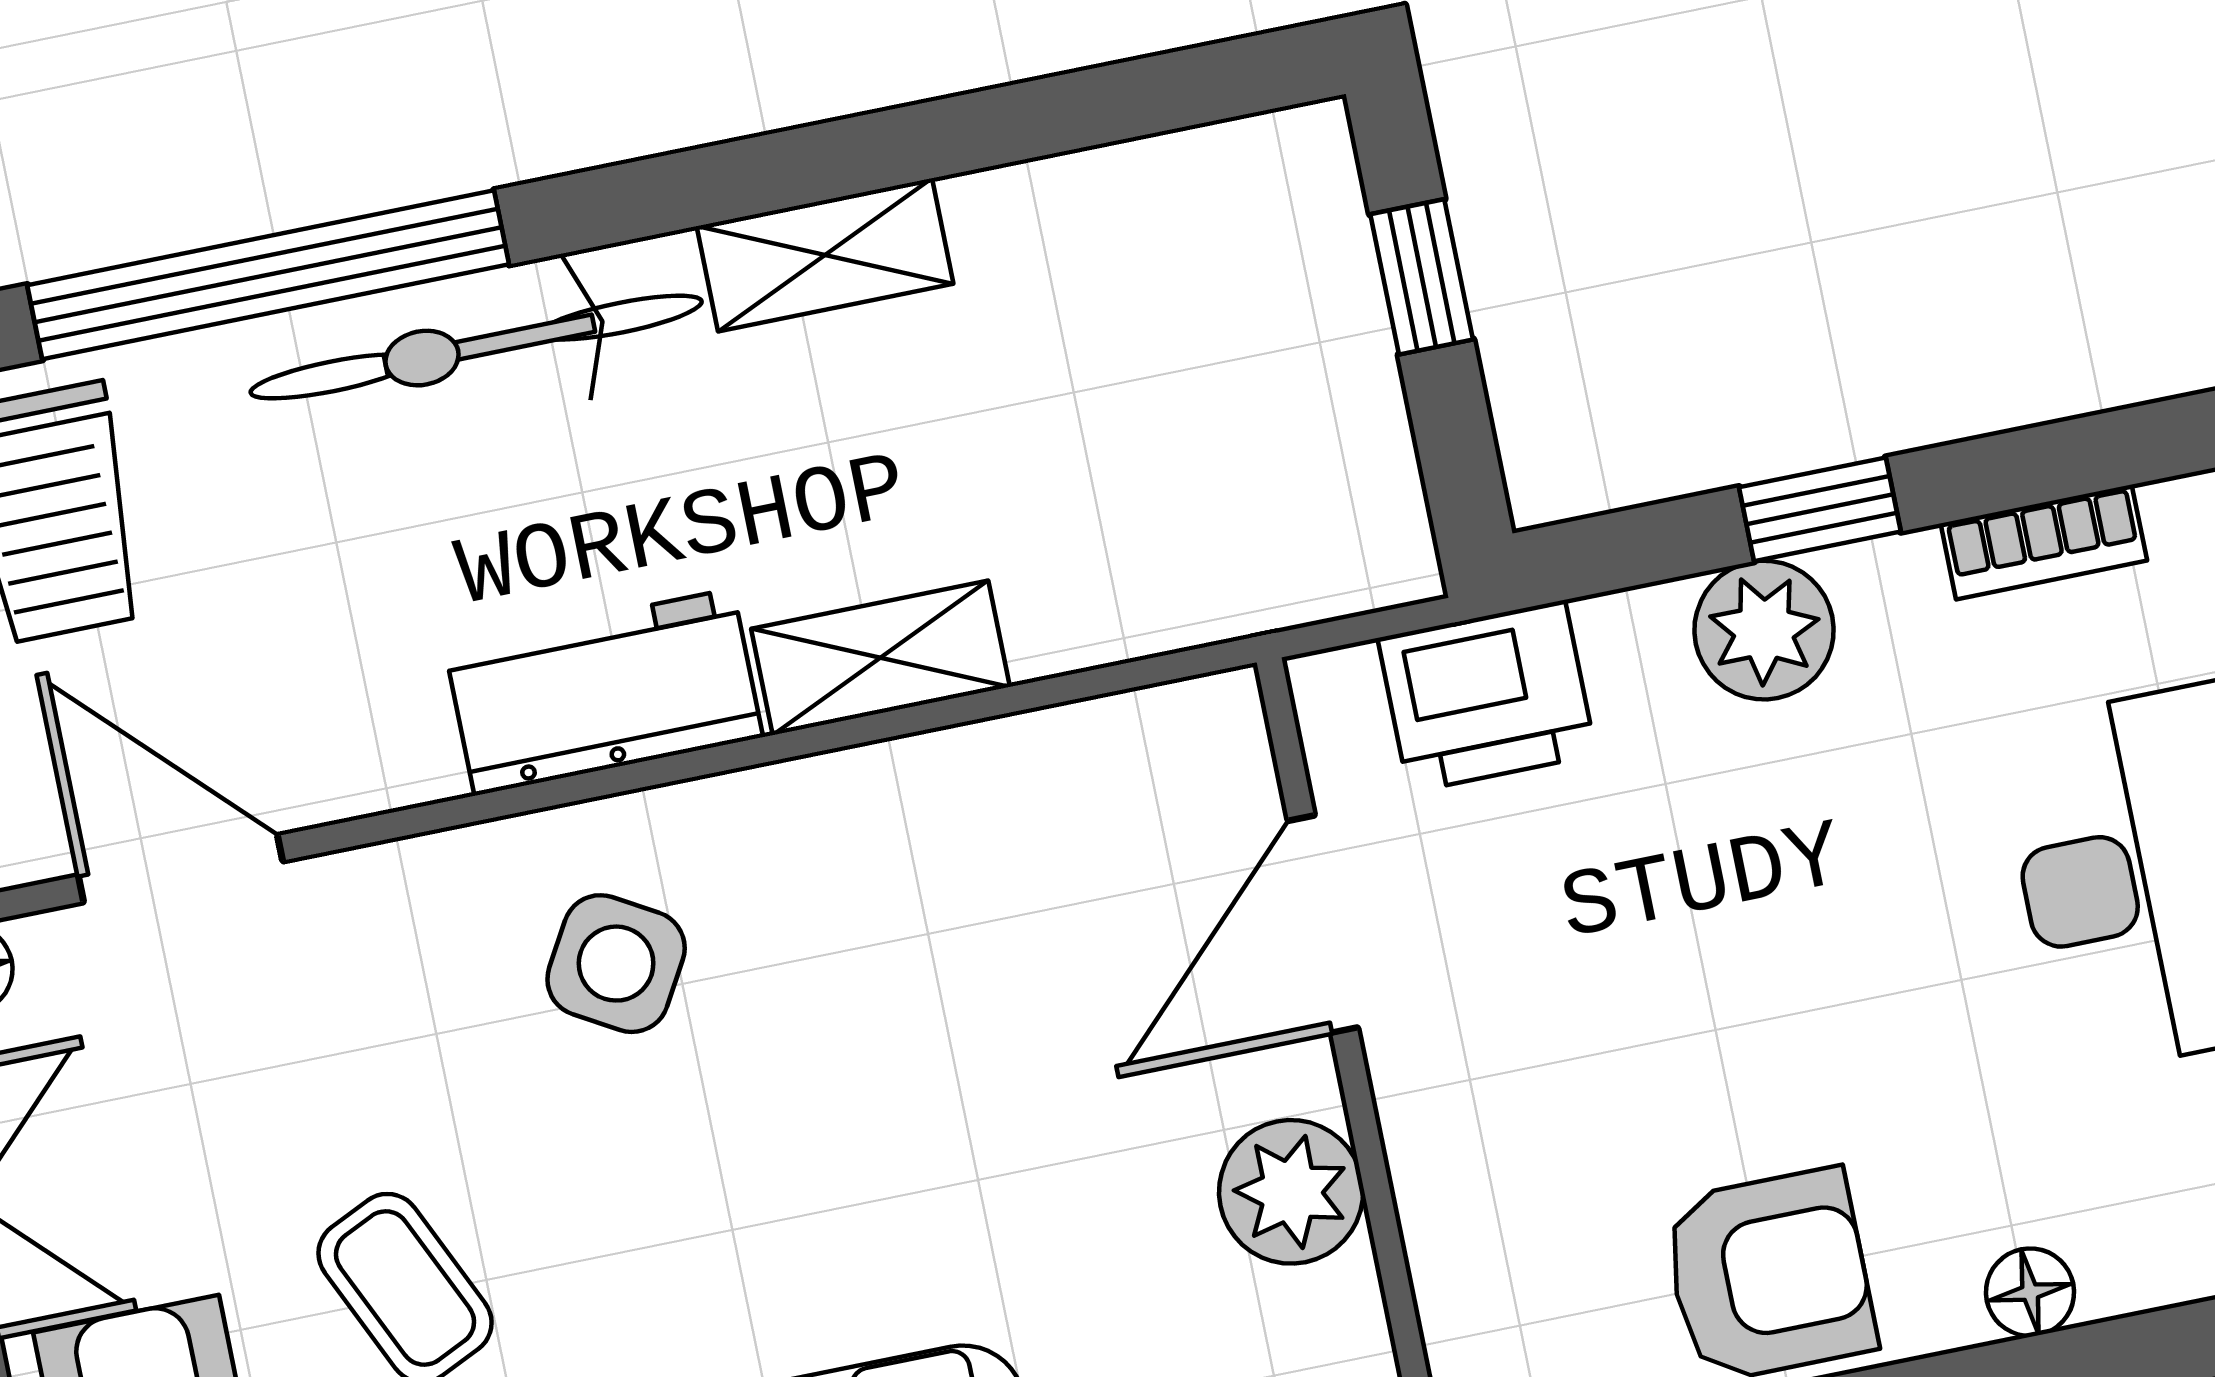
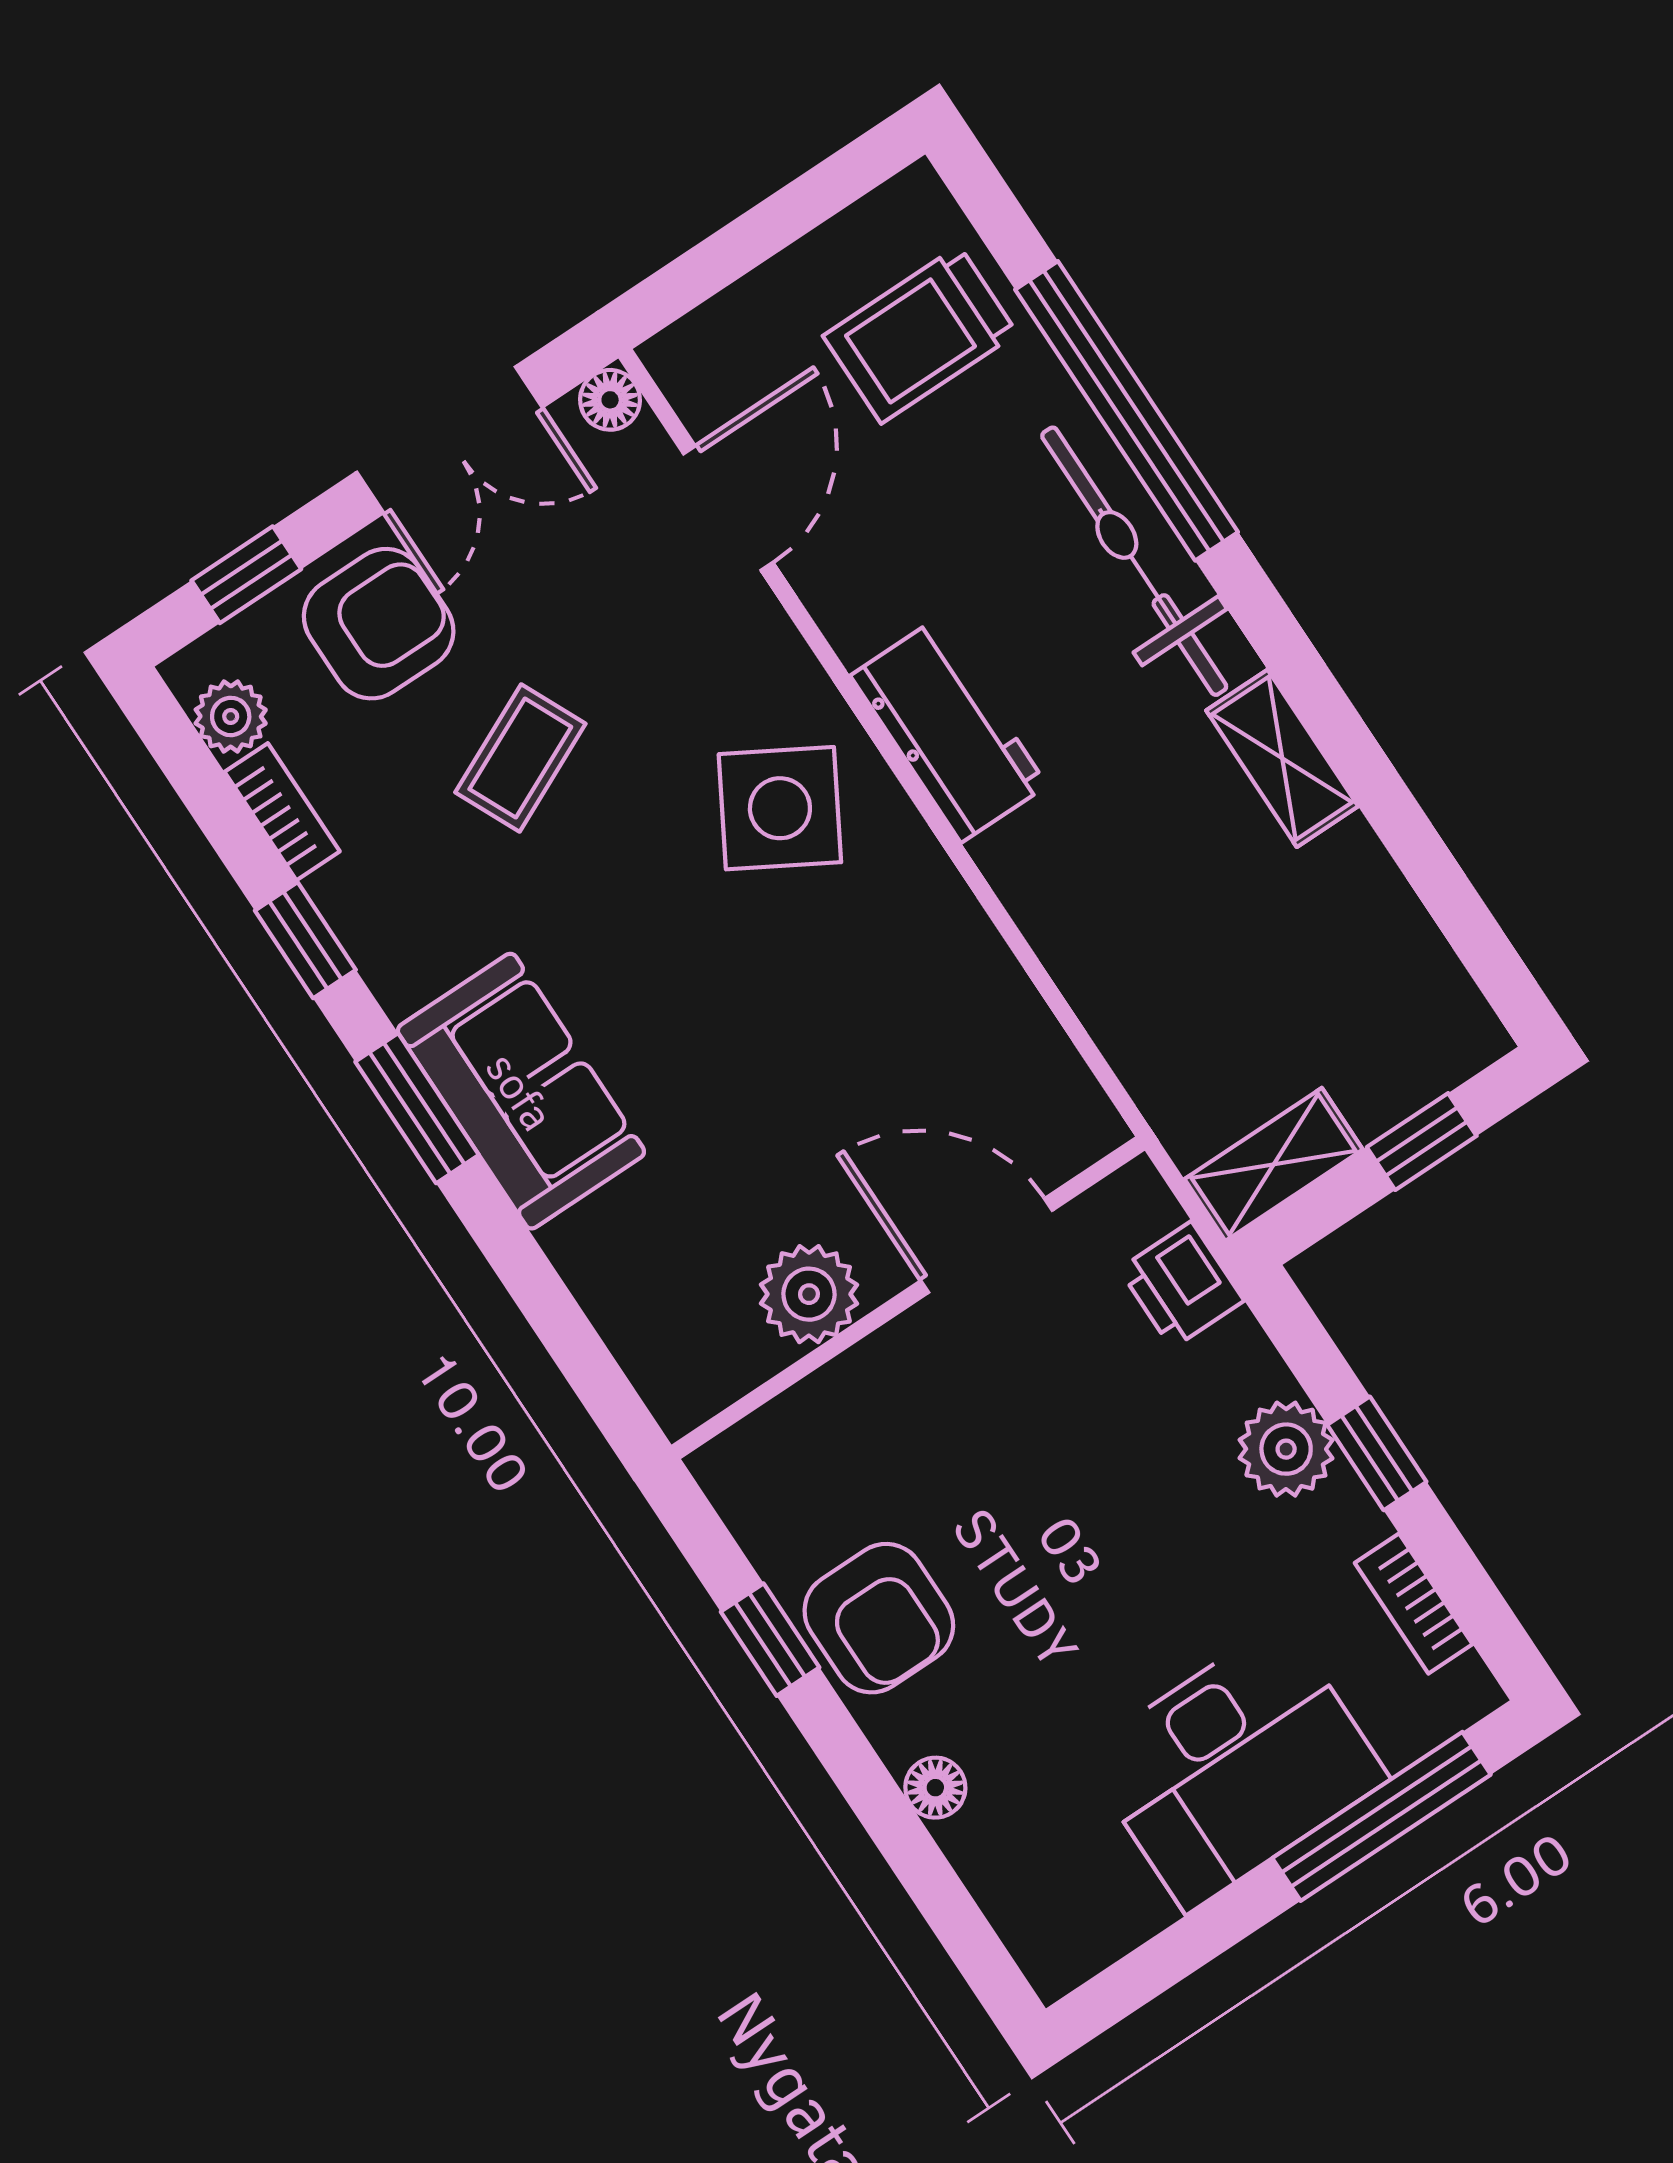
shelving: (881, 658) -> (1274, 1164), moved, turned 90
printer: (1487, 696) -> (1182, 1285), width x0.73, depth x0.81
side table: (616, 964) -> (780, 808), width x1.37, depth x1.37

